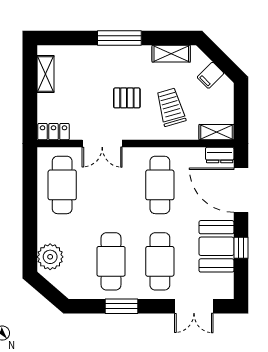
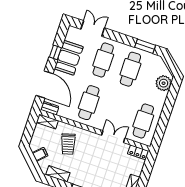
pallet: (127, 98) -> (91, 157), removed
window: (121, 306) -> (145, 46), moved

